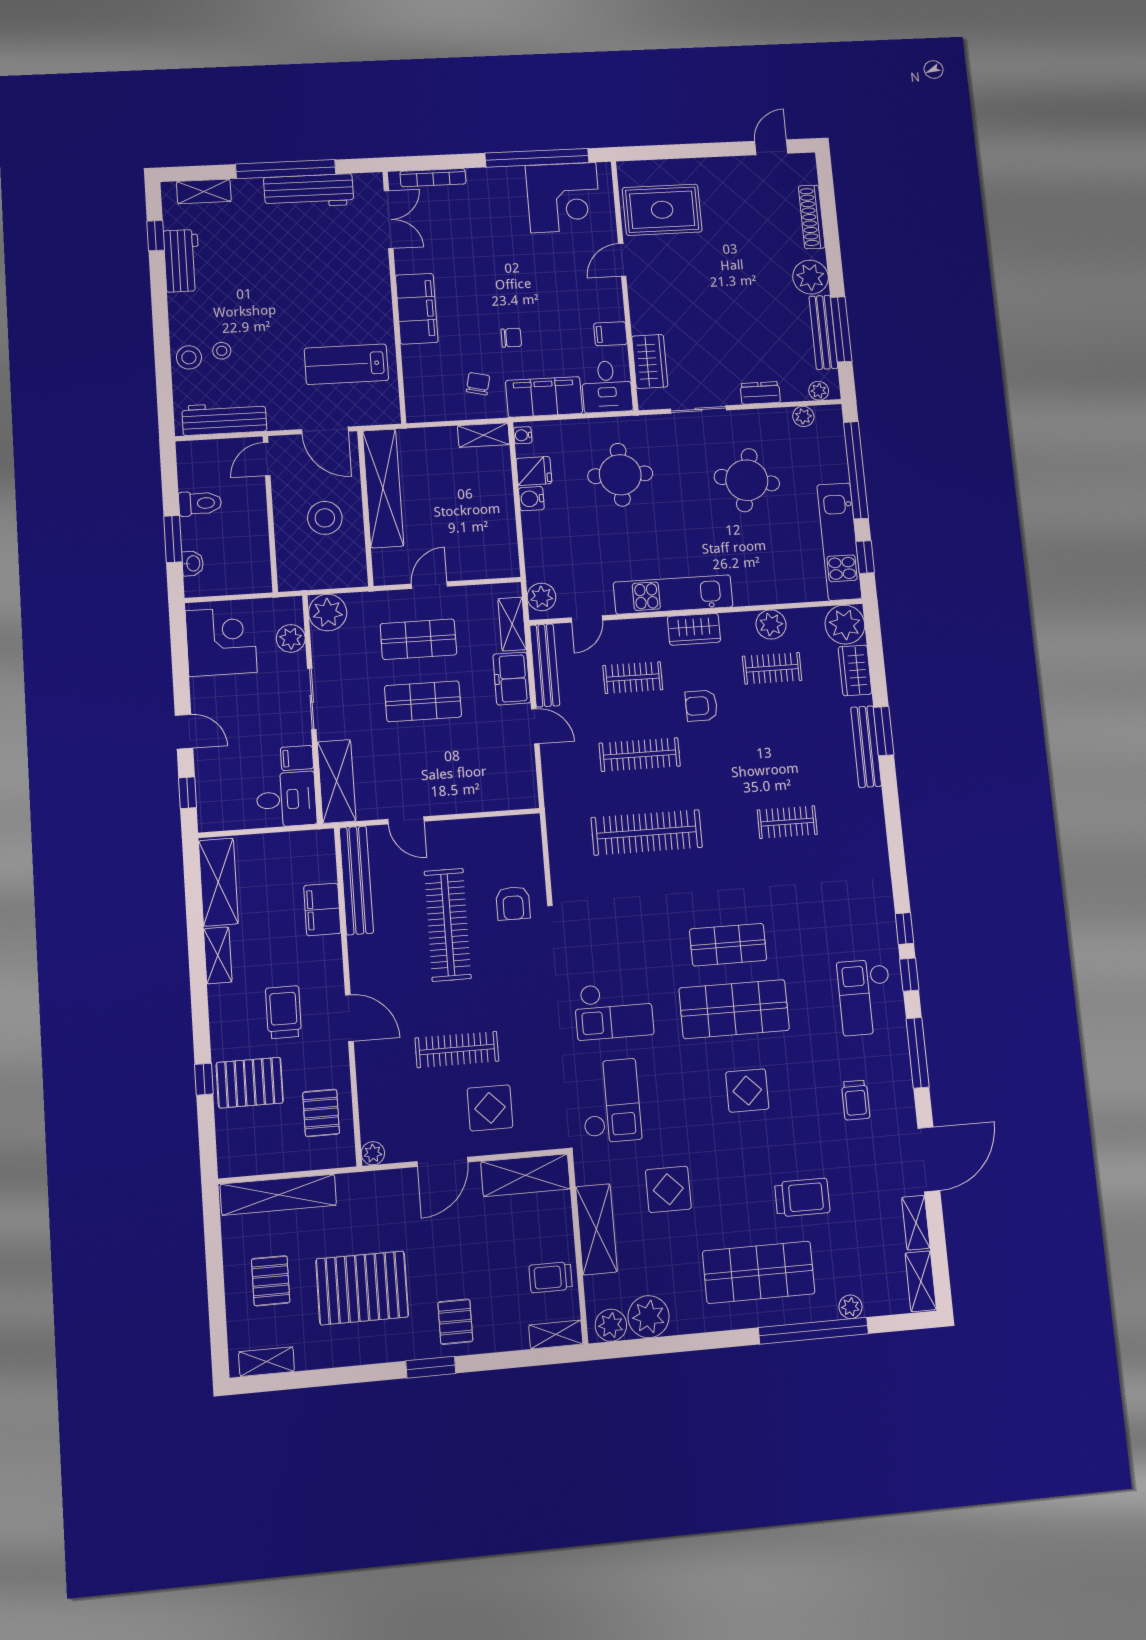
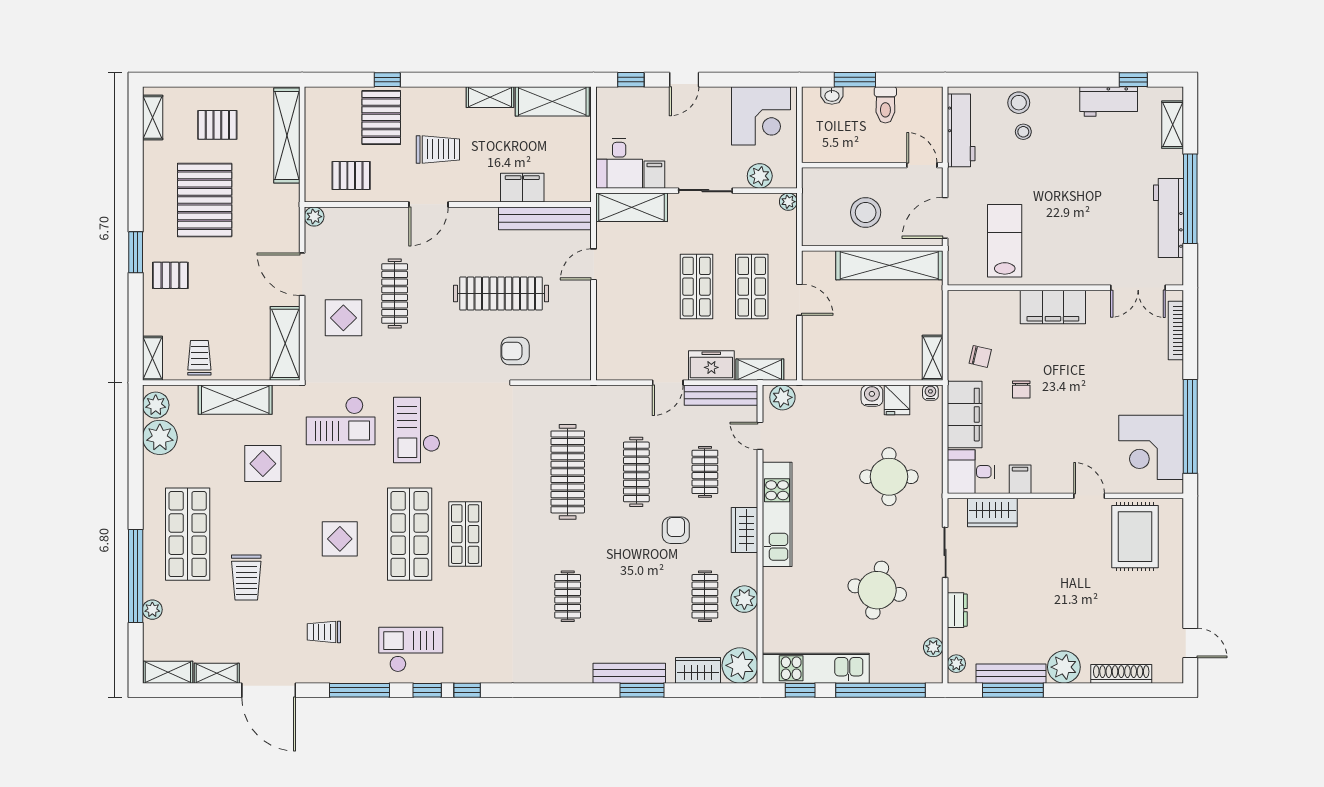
plant: (328, 613) -> (788, 202), width x0.53, depth x0.53

